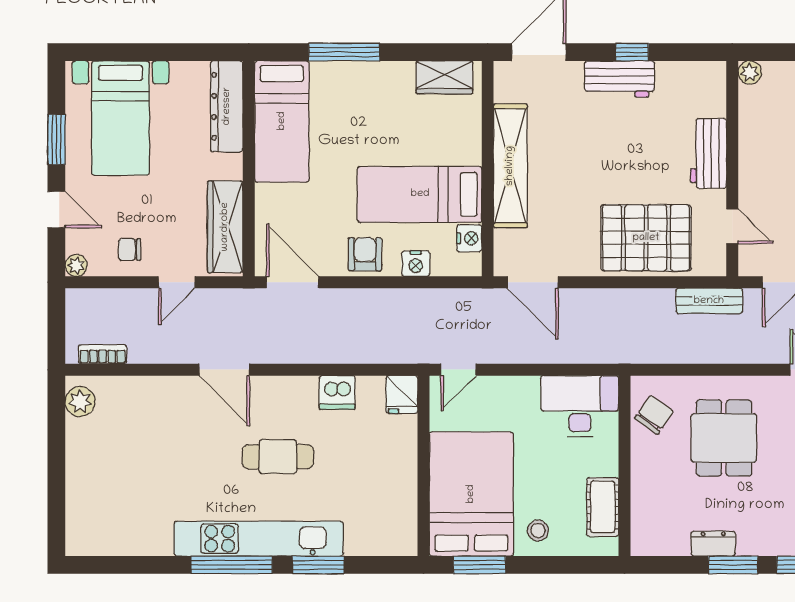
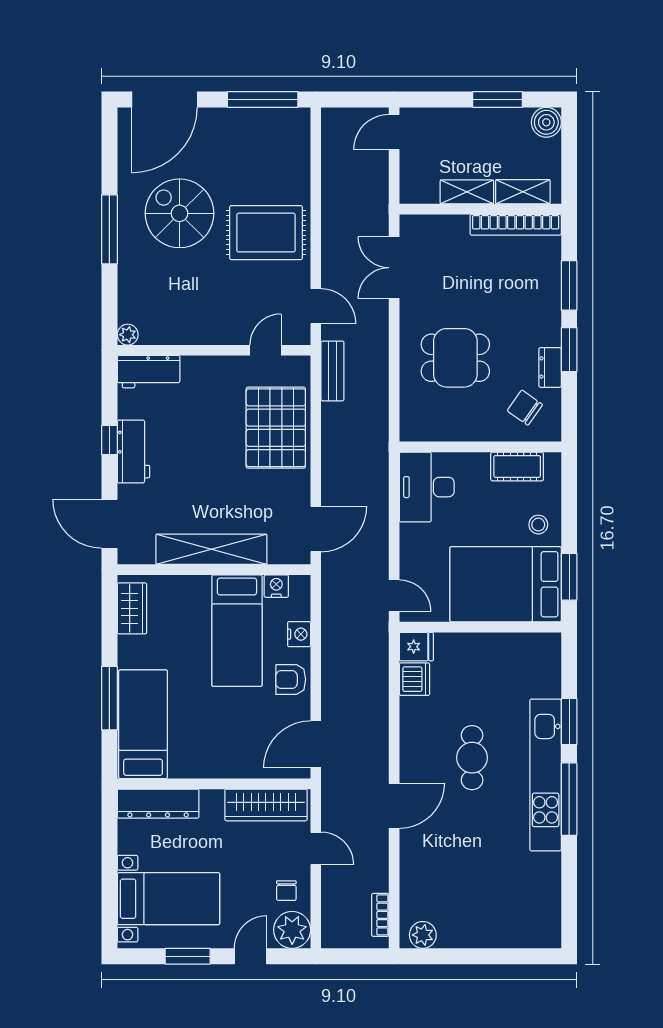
bed: (282, 121) -> (143, 724), moved, turned -90
workbench: (708, 153) -> (149, 372), moved
plant: (76, 265) -> (292, 930), width x1.88, depth x1.88
dishwasher: (337, 392) -> (415, 679), moved
chair: (654, 415) -> (525, 408), moved

